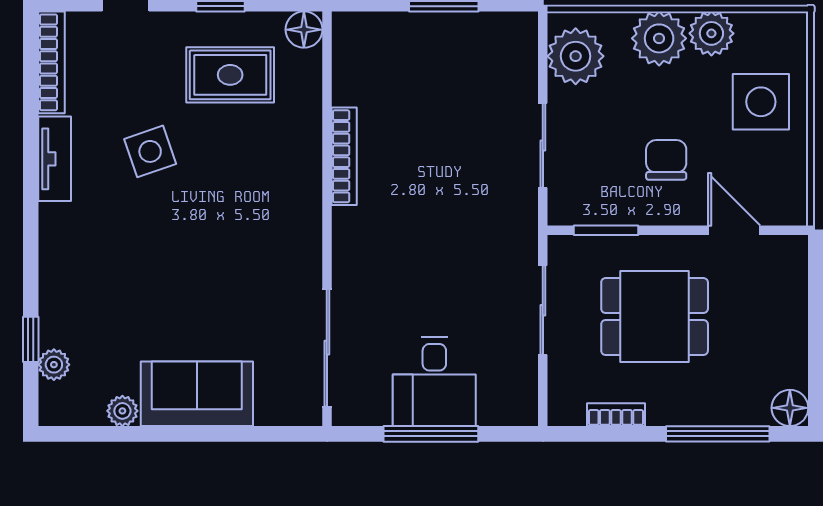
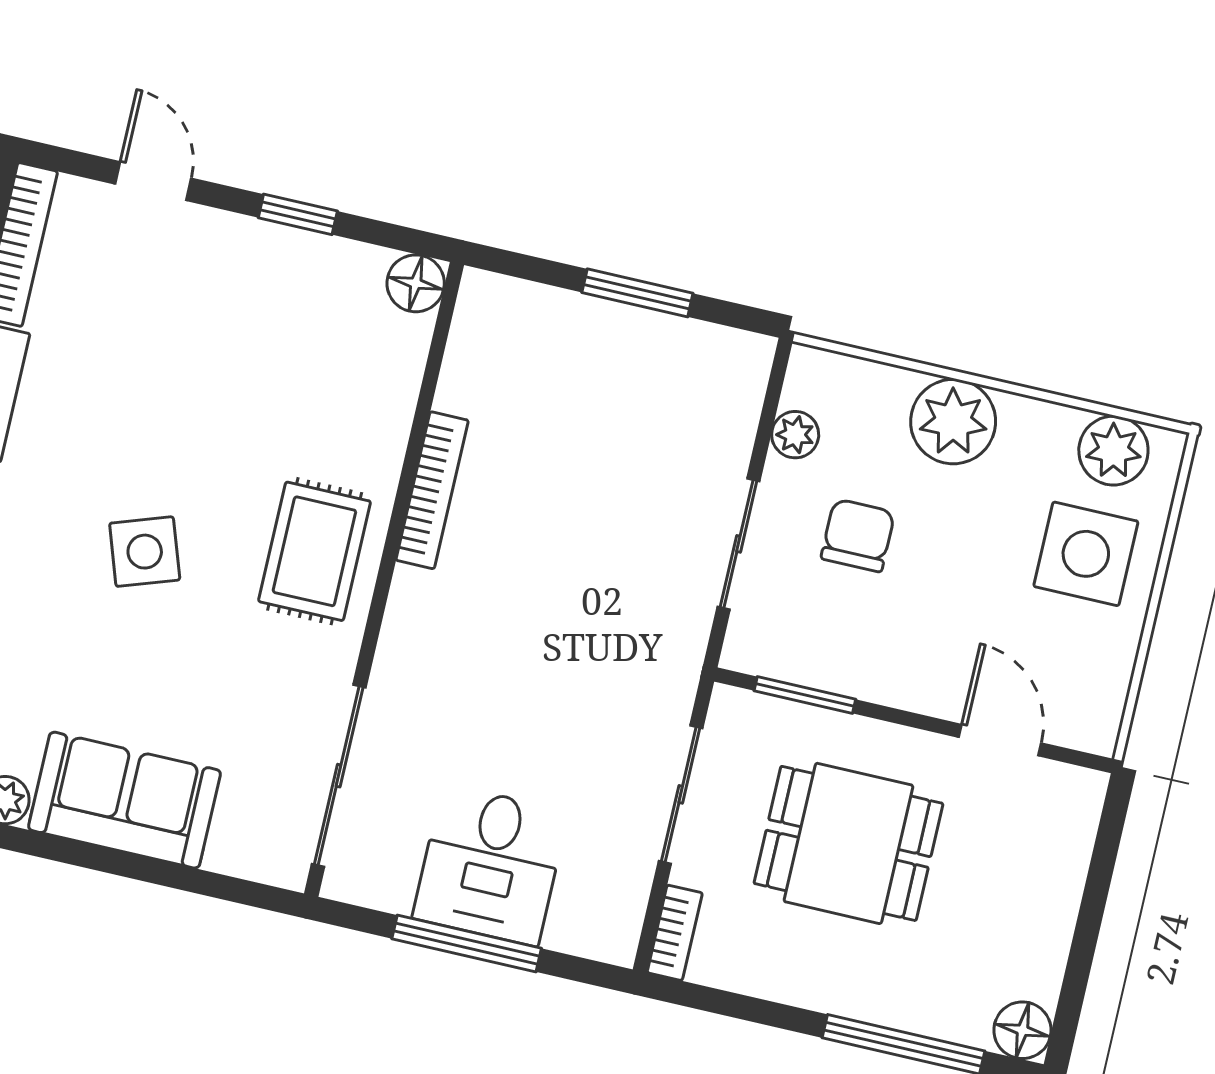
plant: (711, 33) -> (1113, 451), moved
plant: (576, 56) -> (795, 435), width x0.53, depth x0.53
rug: (230, 75) -> (314, 551), moved, turned 90
side table: (150, 151) -> (145, 552), moved
chair: (666, 160) -> (858, 535), moved
bookcase: (616, 415) -> (675, 933), moved, turned 90

